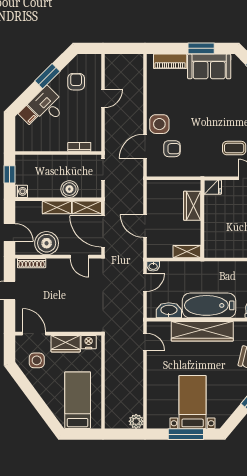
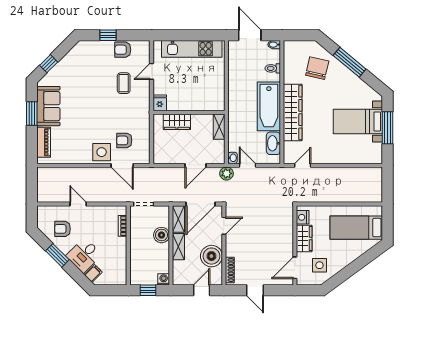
armchair: (172, 149) -> (124, 140), turned -90
plant: (136, 421) -> (226, 173), moved

